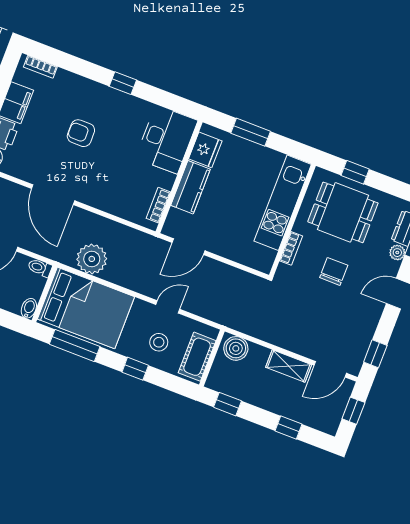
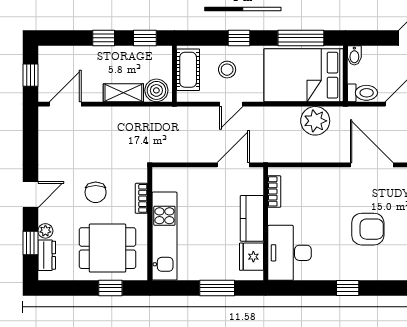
armchair: (81, 133) -> (368, 229), width x1.38, depth x1.38
toilet: (40, 268) -> (362, 93), width x1.37, depth x1.39
window: (375, 354) -> (30, 133), removed
shelving: (289, 366) -> (123, 93), moved
window: (288, 427) -> (104, 38), moved

